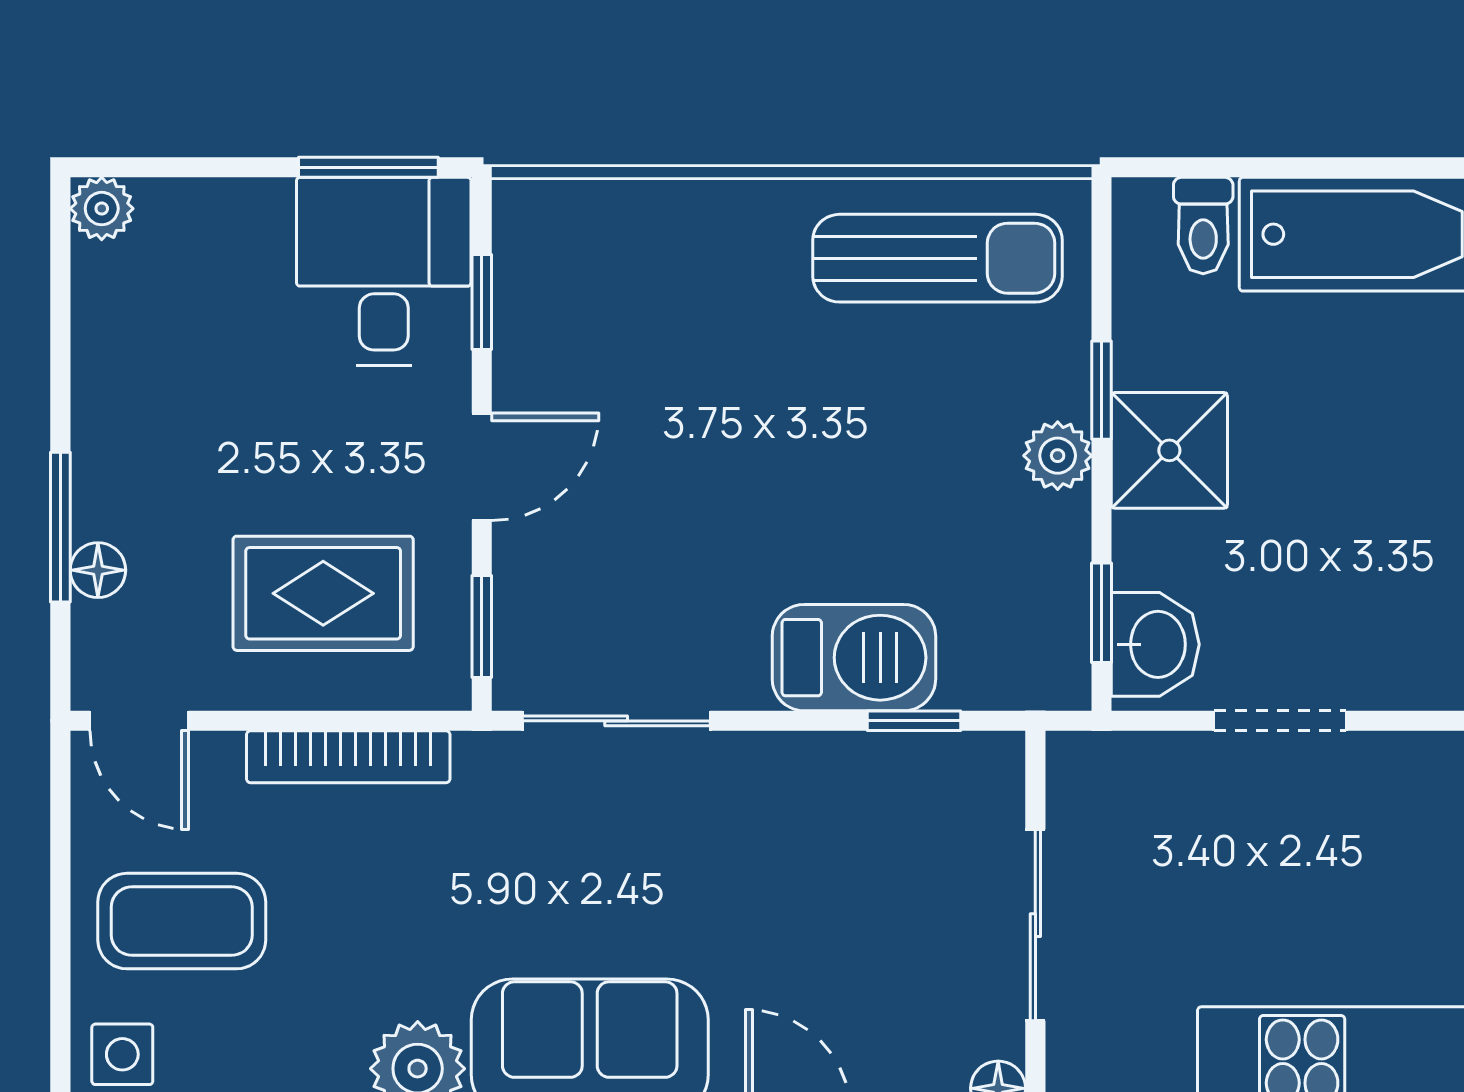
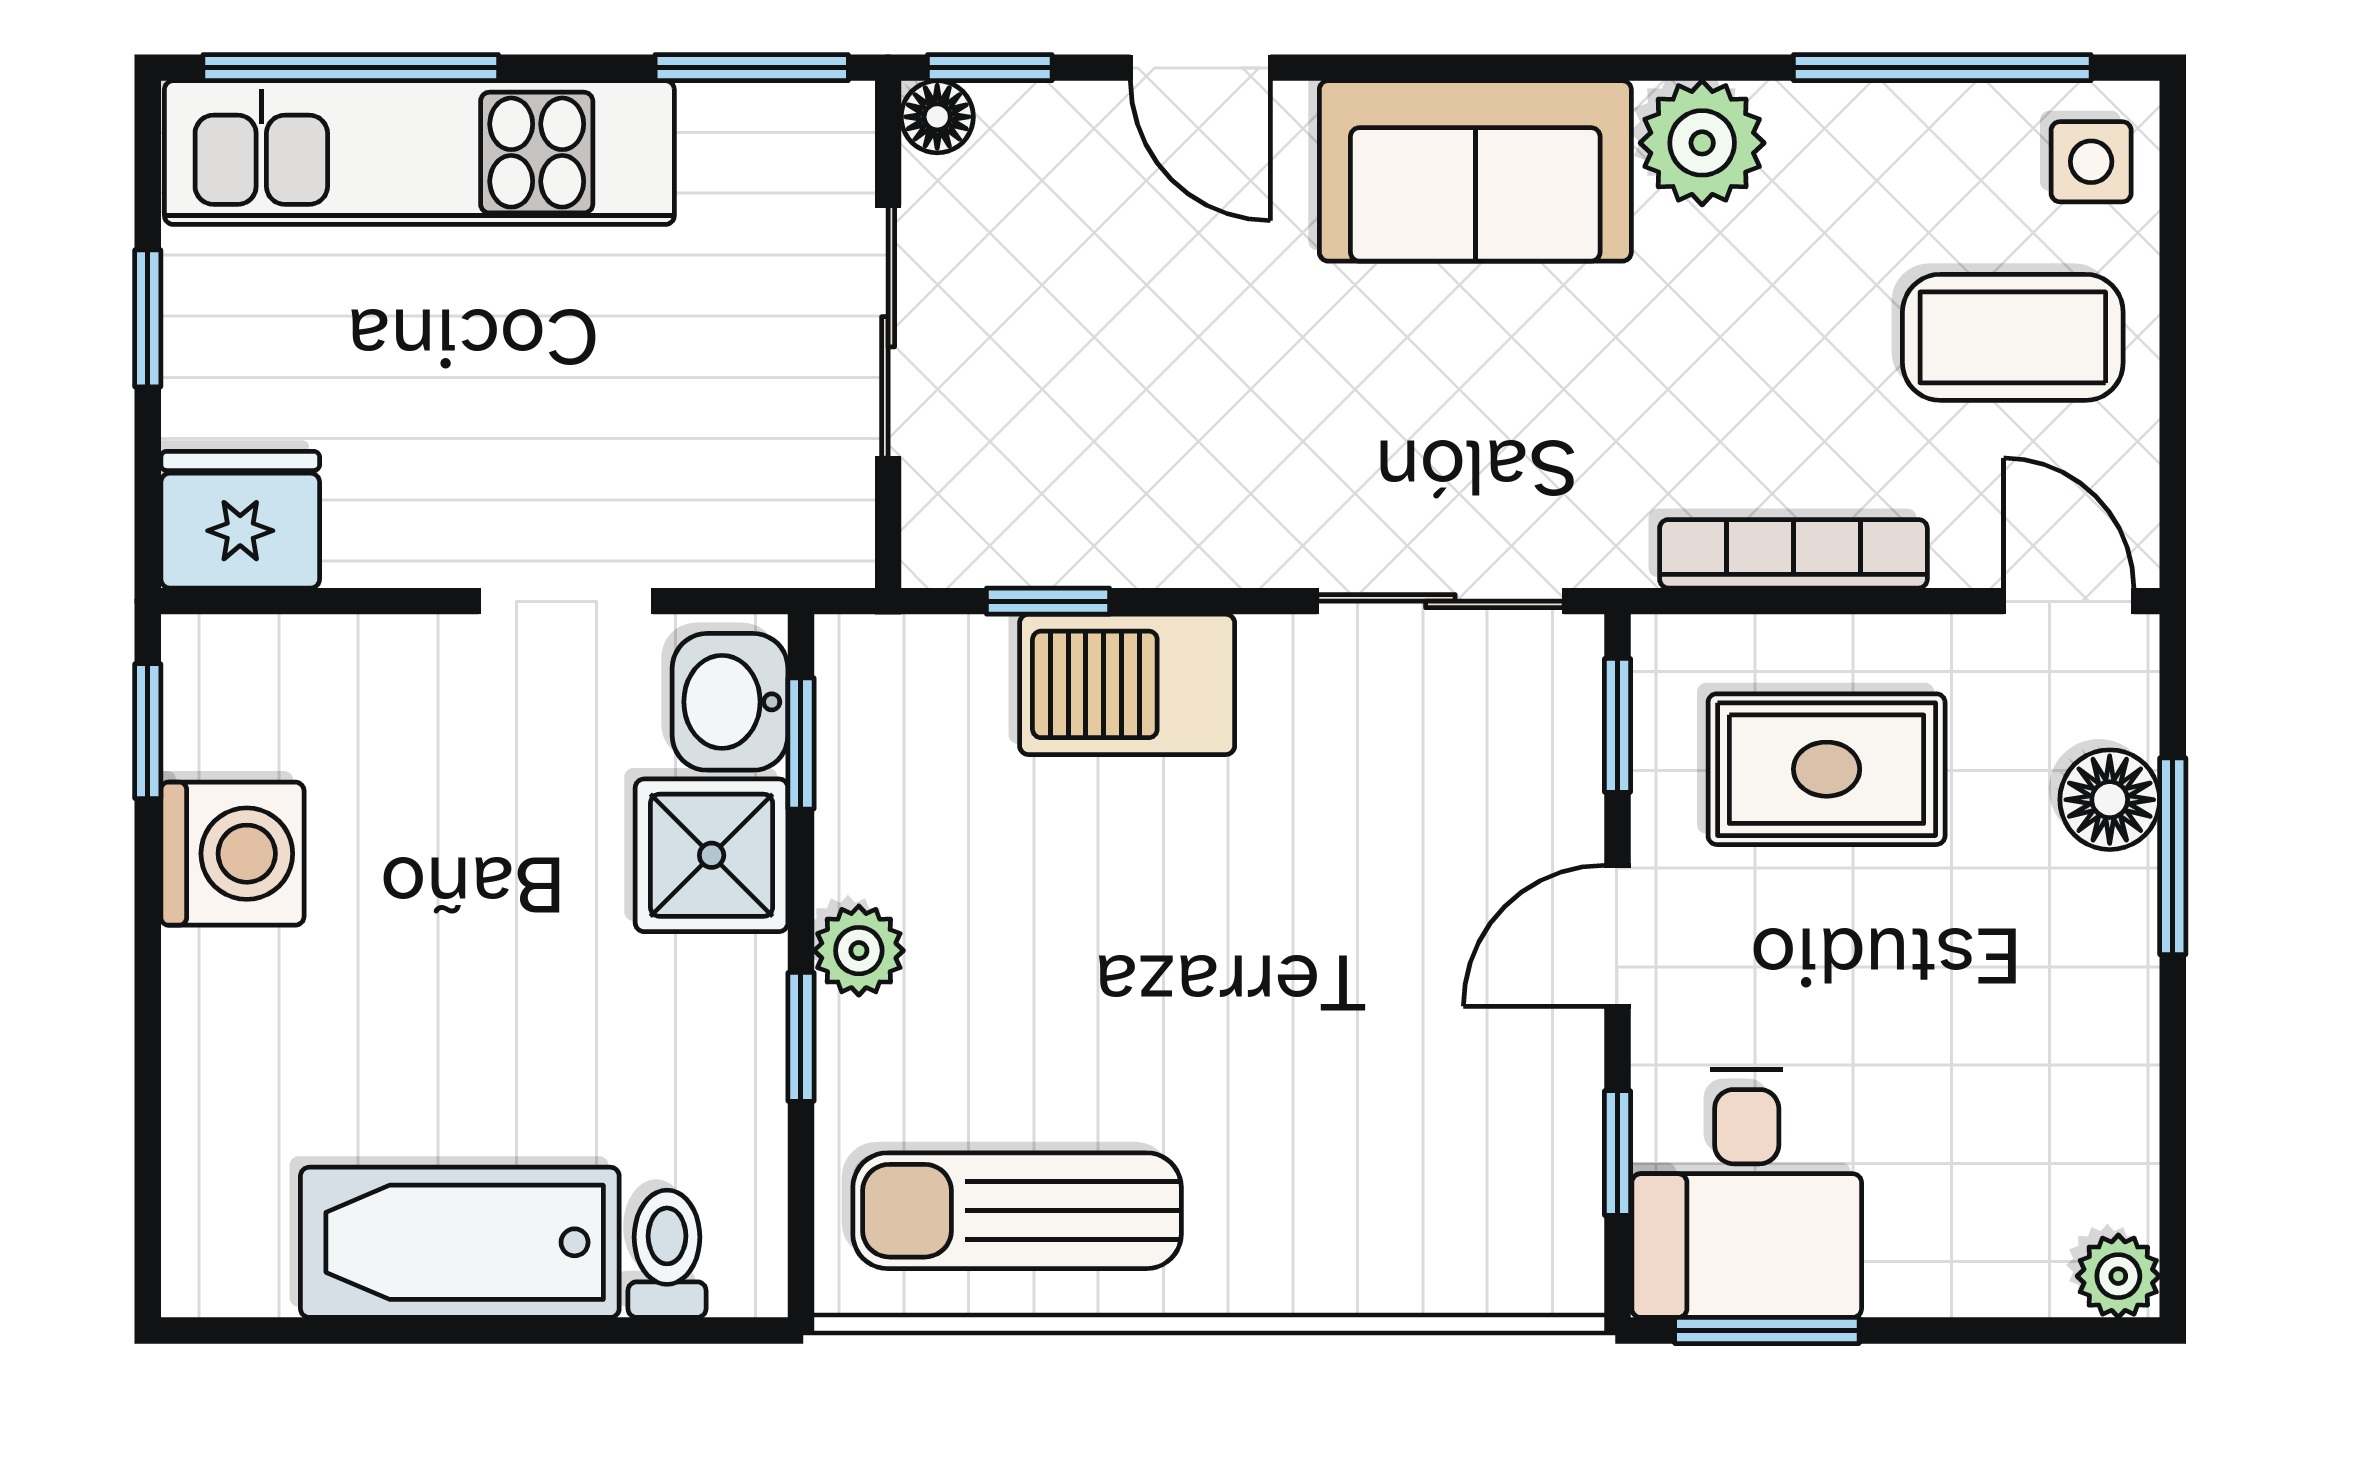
shower: (1169, 450) -> (712, 855), moved
floor lamp: (98, 570) -> (2110, 800), width x1.37, depth x1.37

